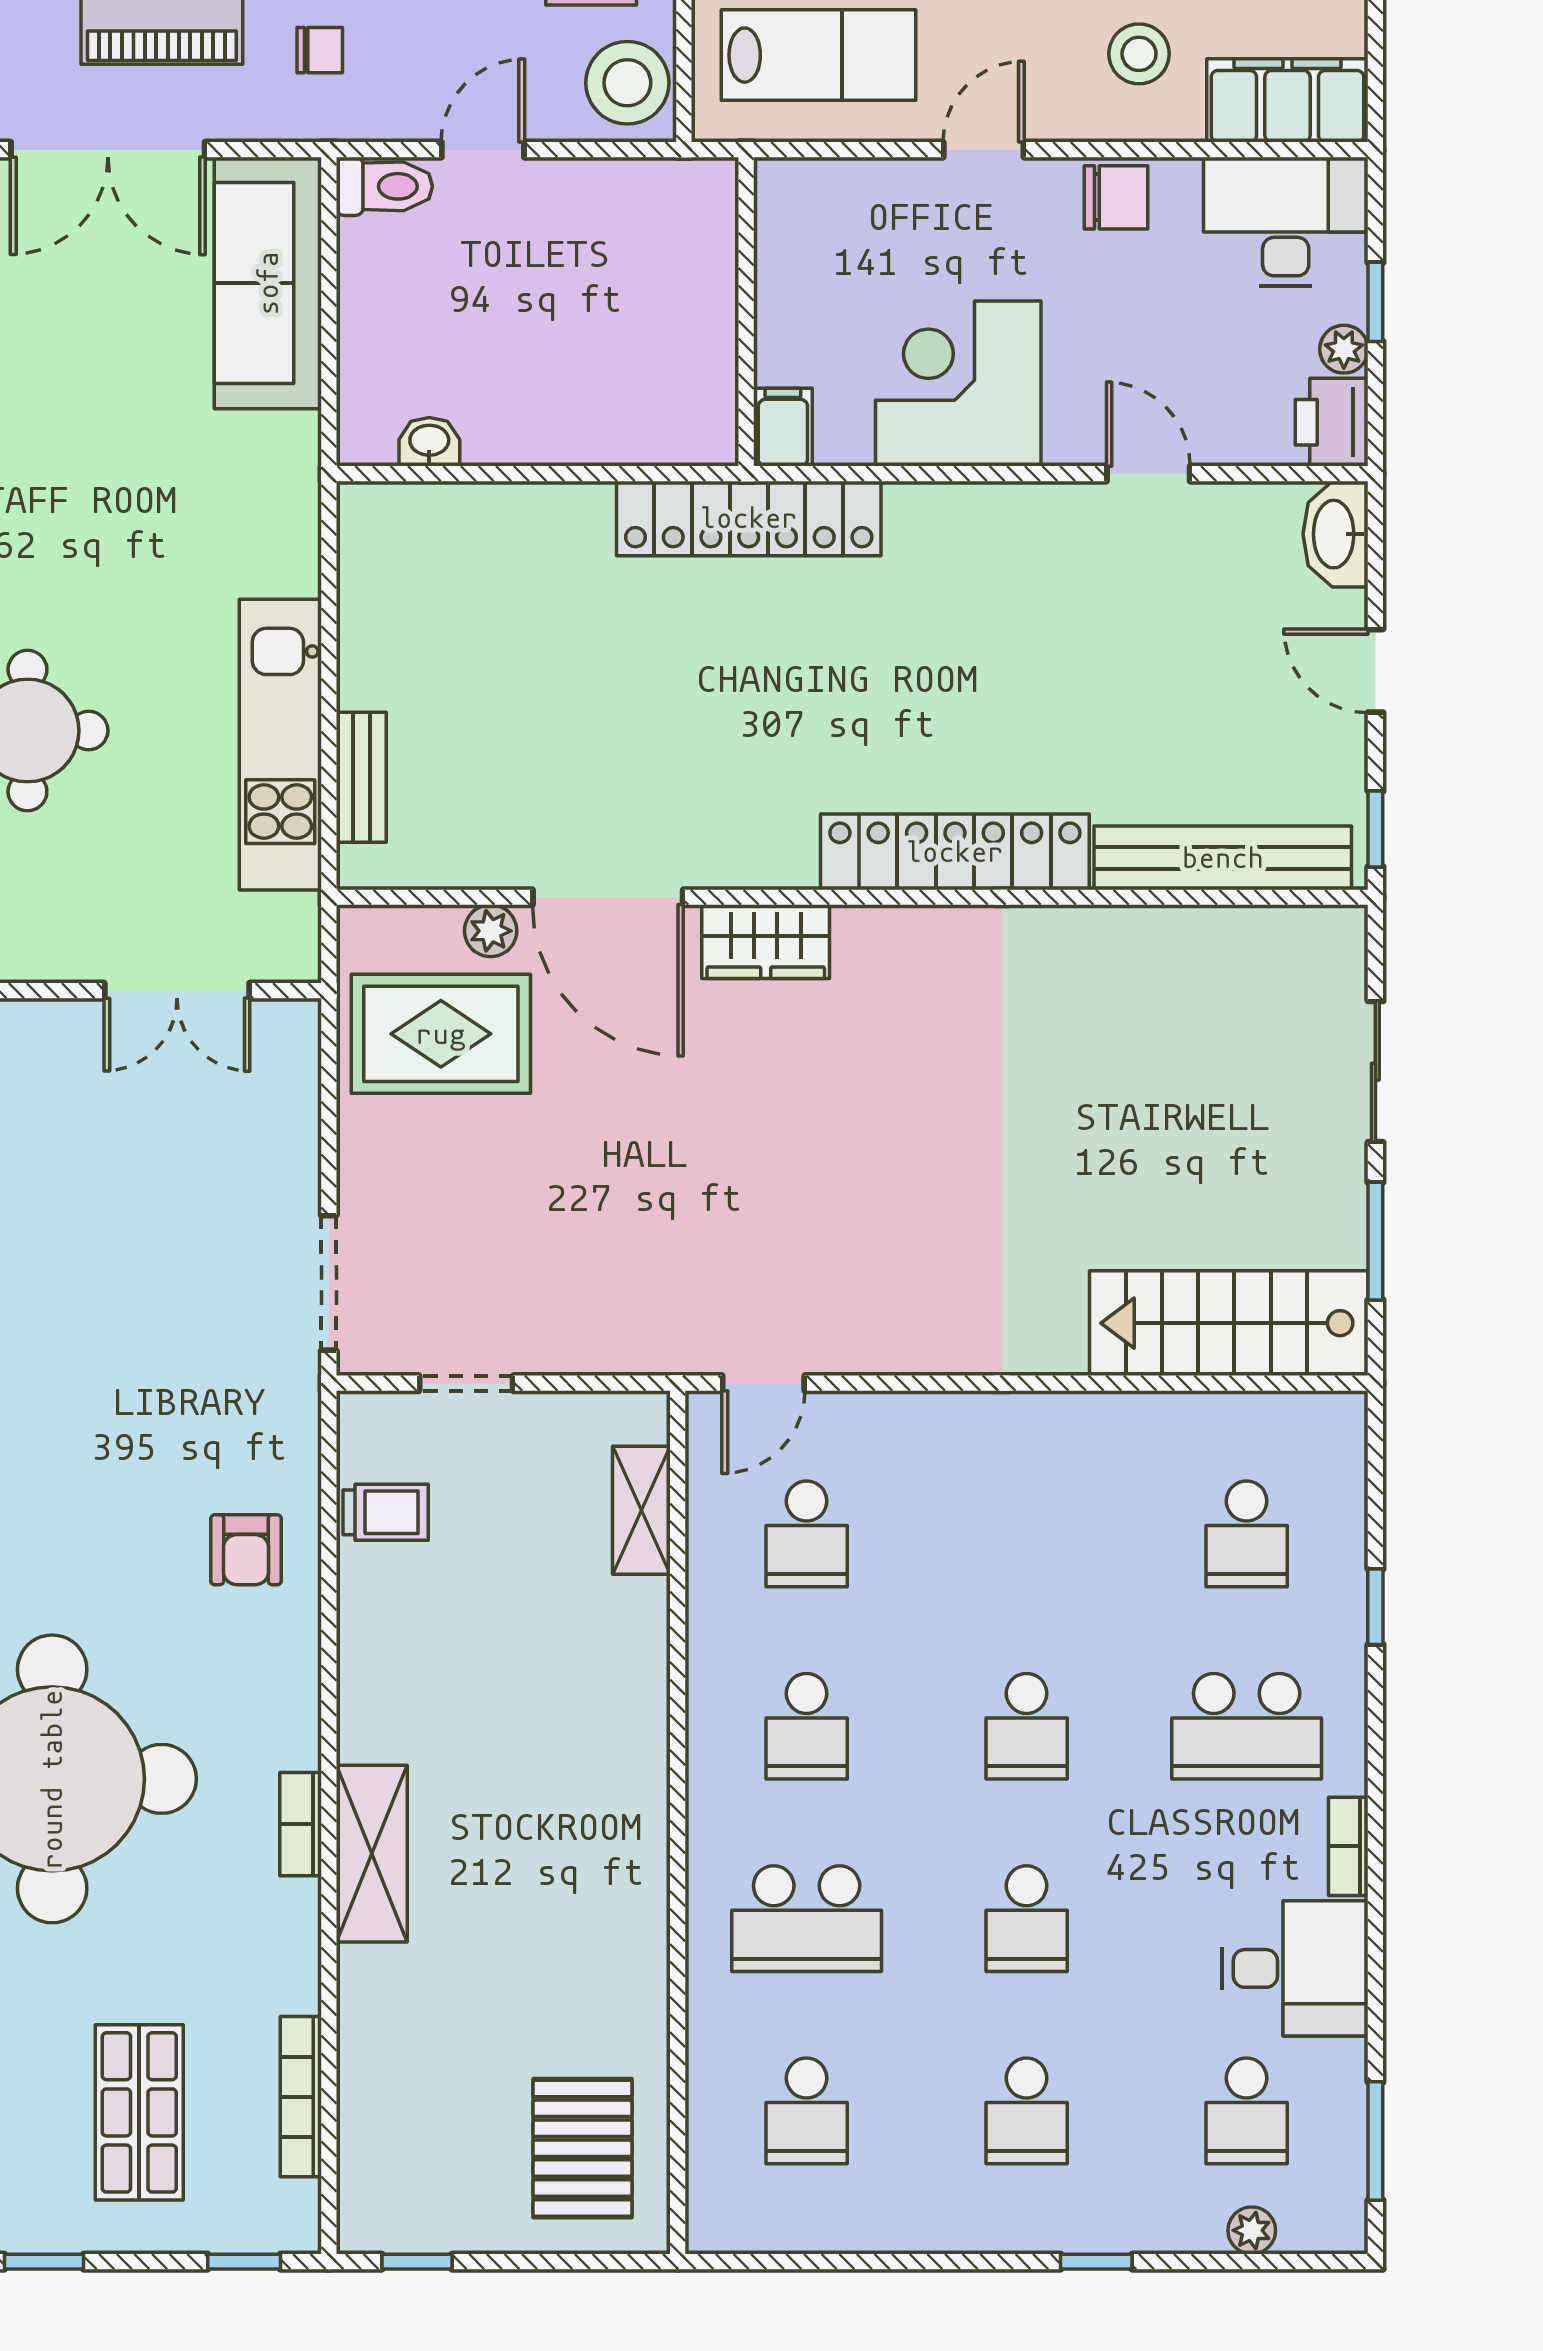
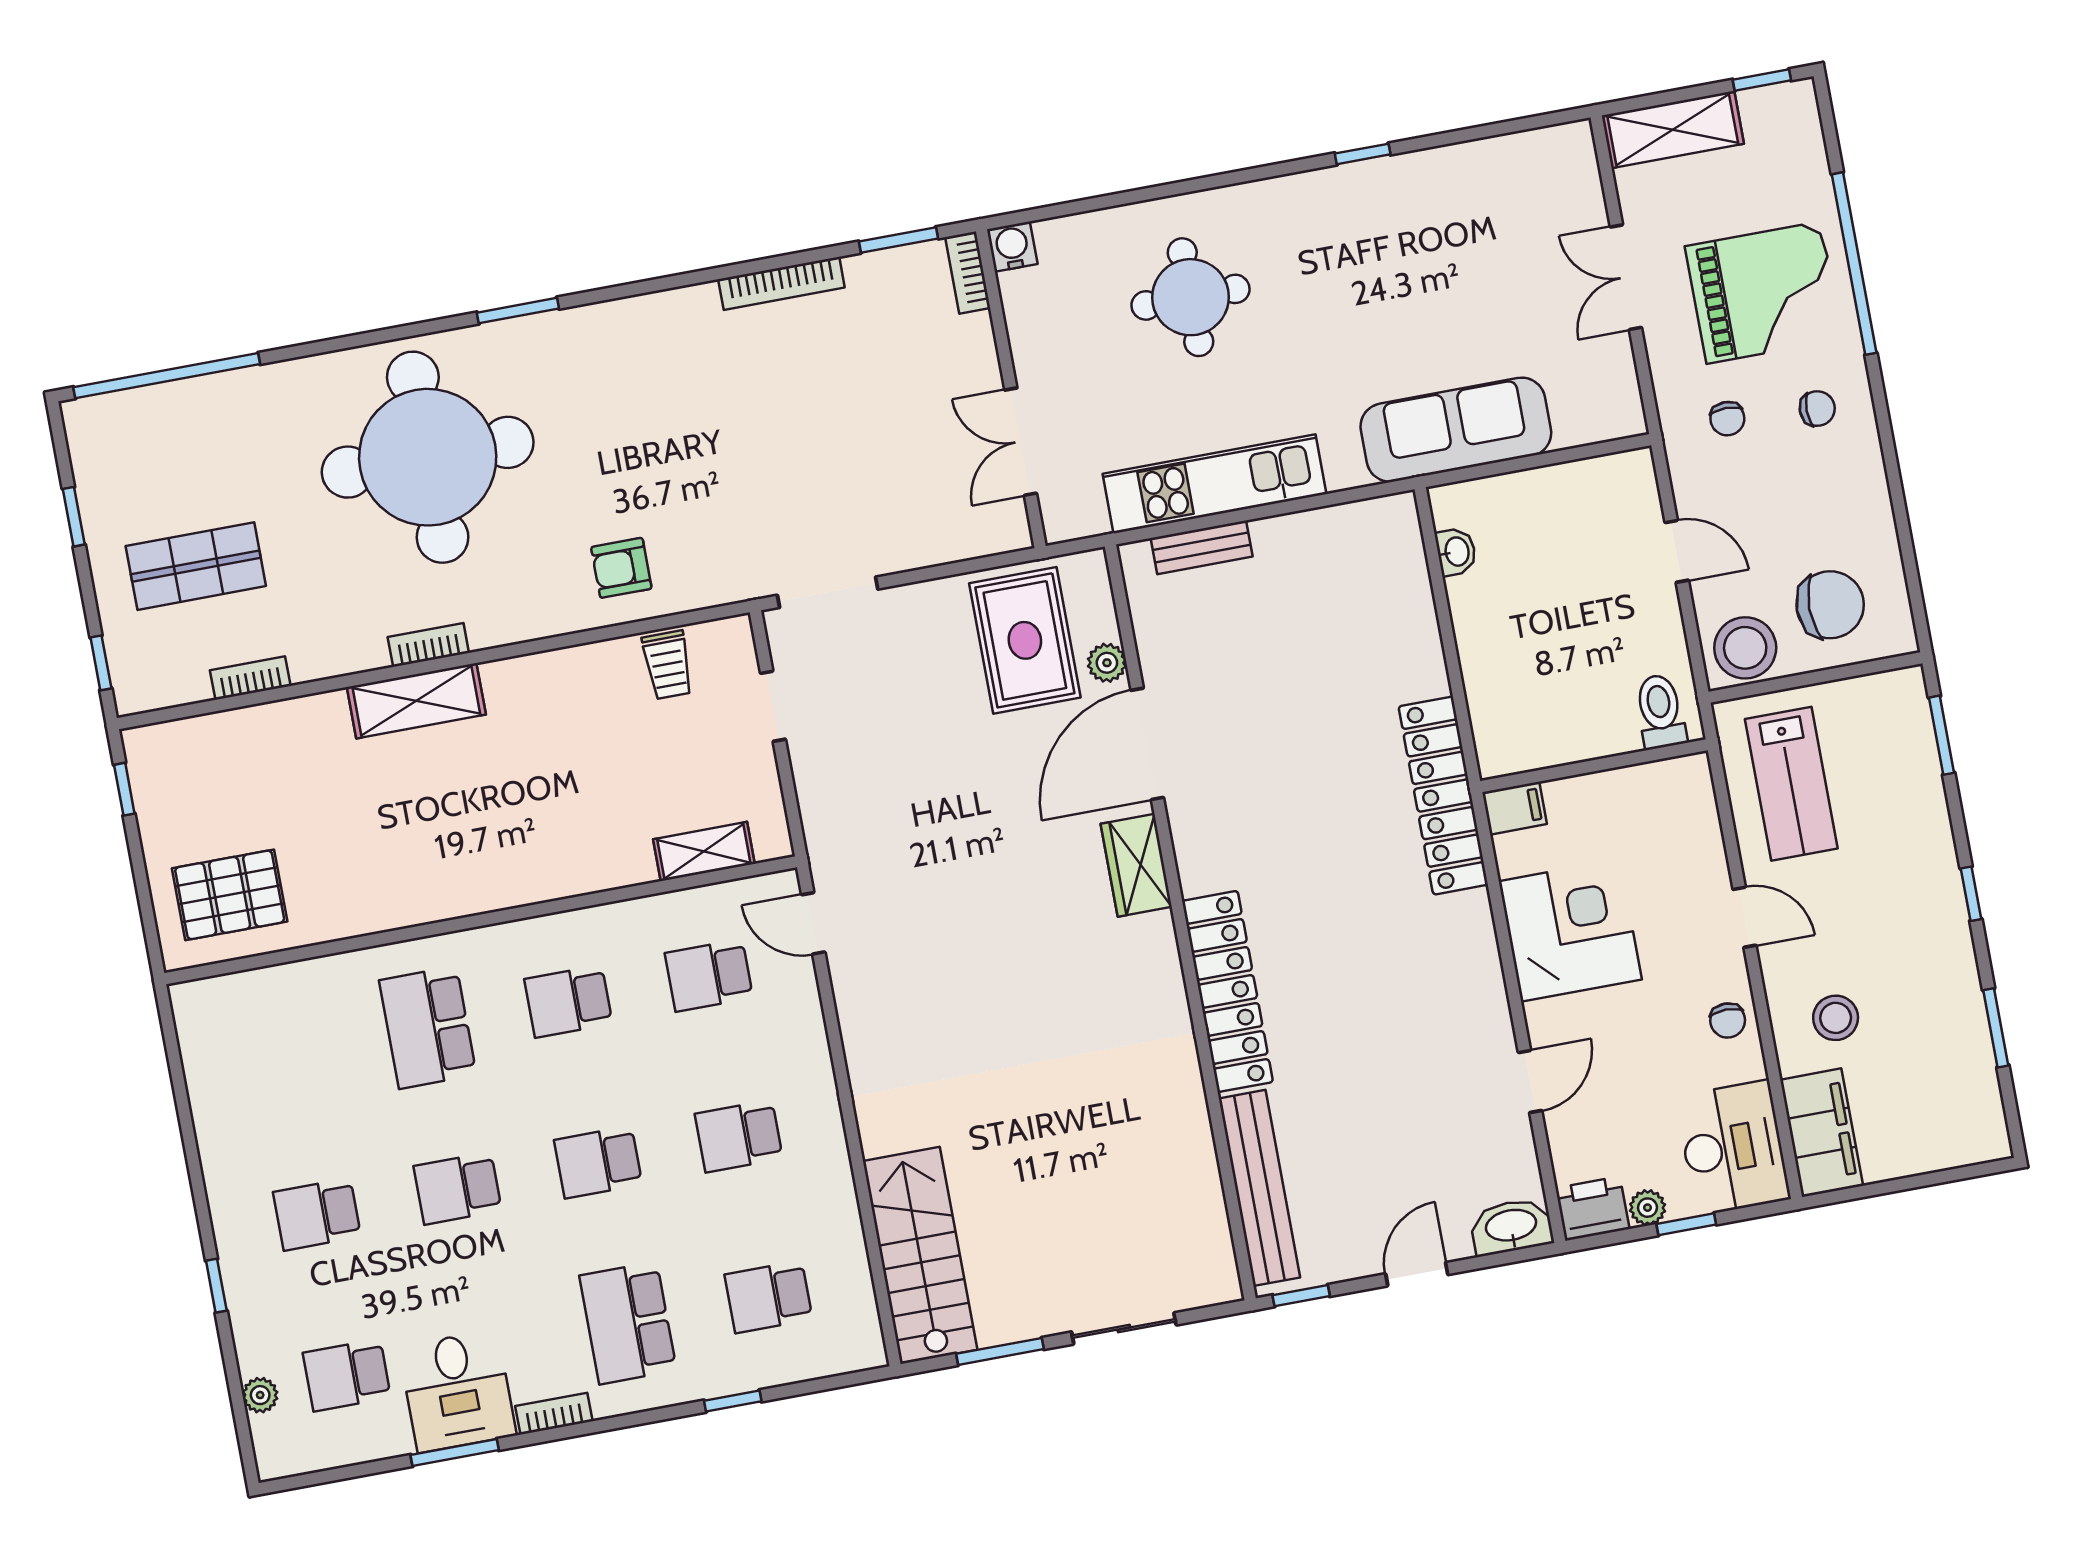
double door: (108, 150) -> (1626, 277), width x0.73
toilet: (384, 186) -> (1660, 711), moved, turned 180
chair: (1116, 197) -> (1728, 1020), width x0.73, depth x0.73
sofa: (268, 283) -> (1456, 430), moved
bookcase: (301, 2097) -> (250, 678), width x0.64
school desk: (807, 2111) -> (739, 1136), moved
window: (1375, 2141) -> (455, 1453), moved

